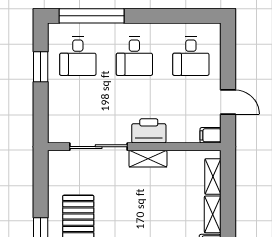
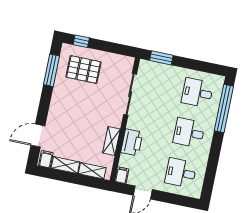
window: (41, 67) -> (161, 58), moved
printer: (149, 131) -> (132, 142), moved
shelving: (148, 159) -> (111, 141), moved

